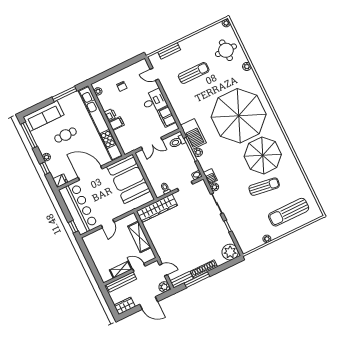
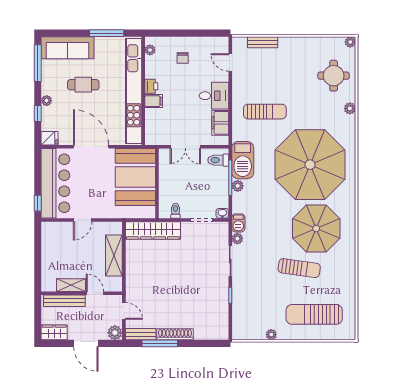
sun lounger: (194, 73) -> (265, 112), moved
plant: (230, 252) -> (218, 329), removed

